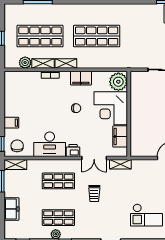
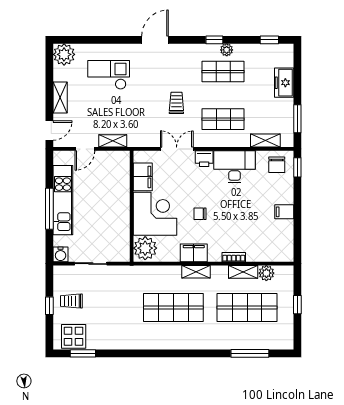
shelving: (66, 64) -> (196, 272), moved
filing cabinet: (11, 123) -> (284, 212), moved
shelving: (15, 164) -> (265, 141), moved
shelving: (120, 164) -> (113, 141), moved

